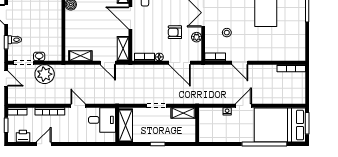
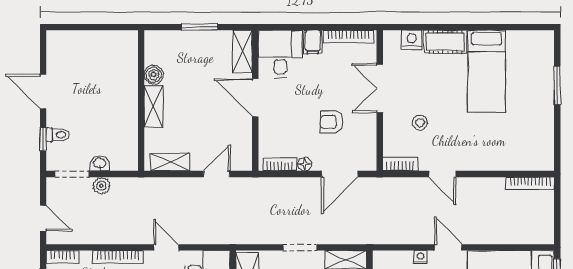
plant: (197, 37) -> (368, 130), removed
shelving: (123, 49) -> (154, 107), moved
door: (108, 63) -> (217, 174), swing flipped
door: (180, 63) -> (340, 174), hinge flipped
plant: (45, 74) -> (101, 186), width x0.53, depth x0.53
door: (6, 79) -> (43, 218), moved
door: (243, 106) -> (448, 247), hinge flipped

